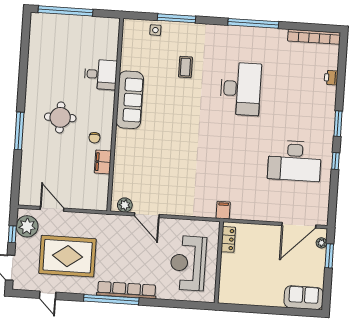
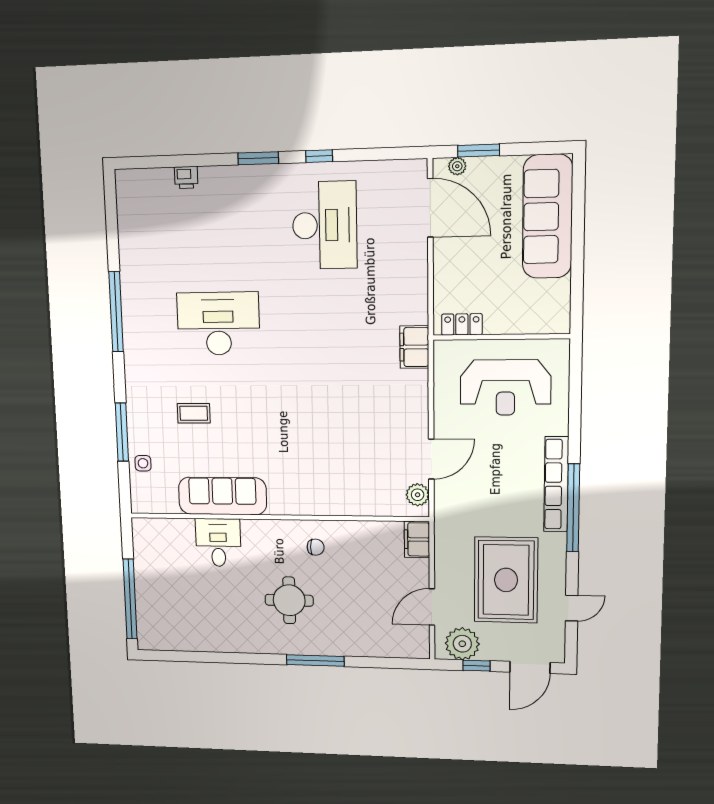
bookcase: (314, 37) -> (126, 212), removed
sofa: (130, 100) -> (222, 496), moved
filing cabinet: (103, 162) -> (417, 539), moved, turned 90
filing cabinet: (223, 210) -> (414, 347), width x2.00
sofa: (304, 298) -> (548, 217), width x1.85, depth x1.27

